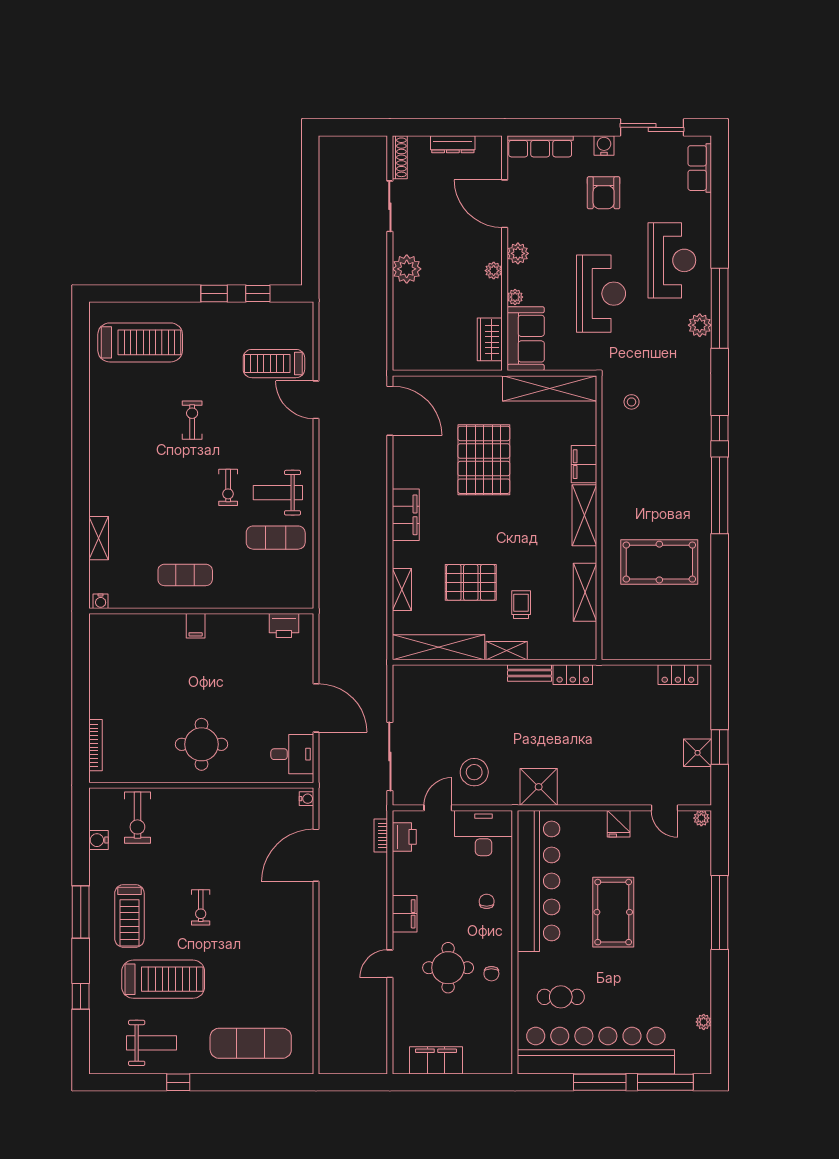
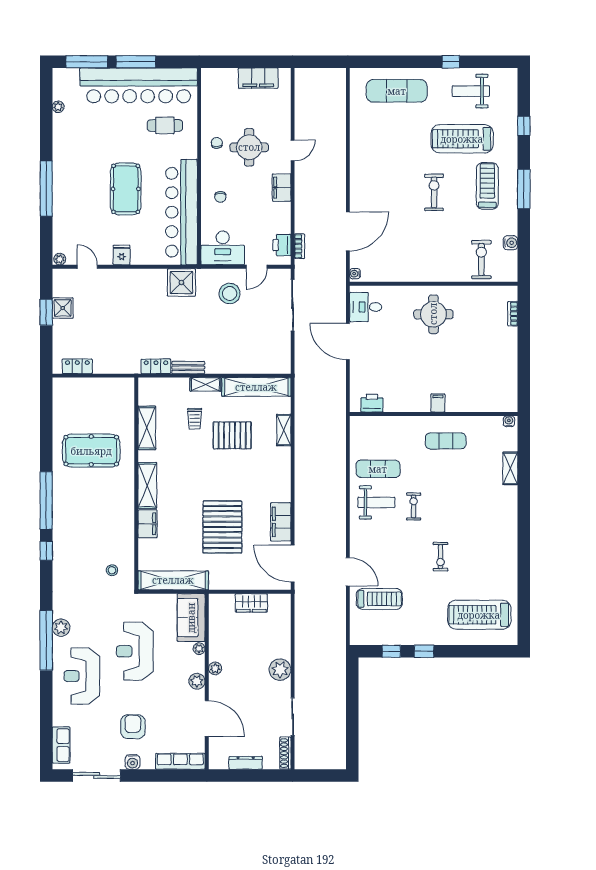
wardrobe: (490, 339) -> (251, 603), moved, turned 90
filing cabinet: (406, 515) -> (281, 522), moved
bookcase: (95, 745) -> (513, 314), width x0.64
exercise bike: (201, 907) -> (434, 192), width x1.38, depth x1.39

